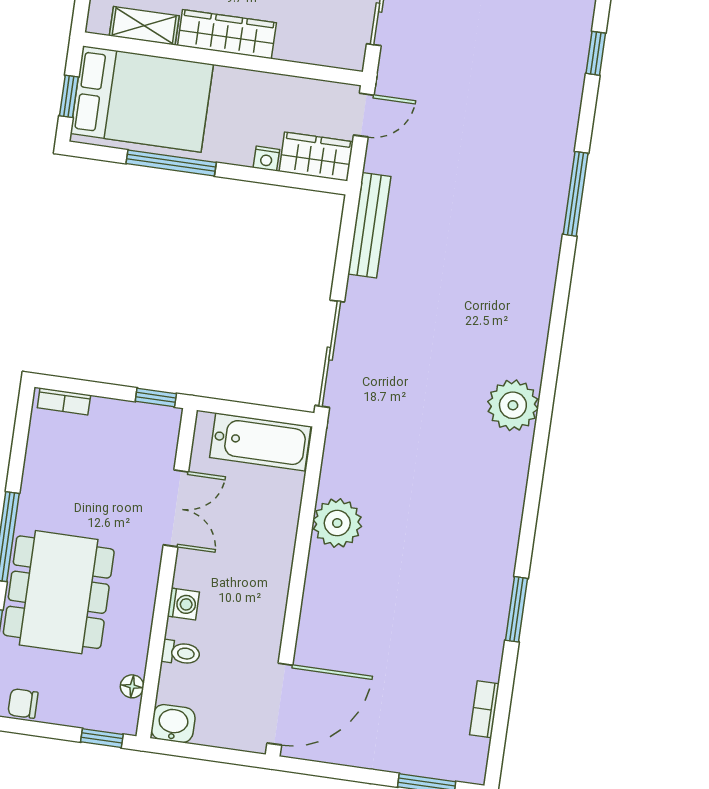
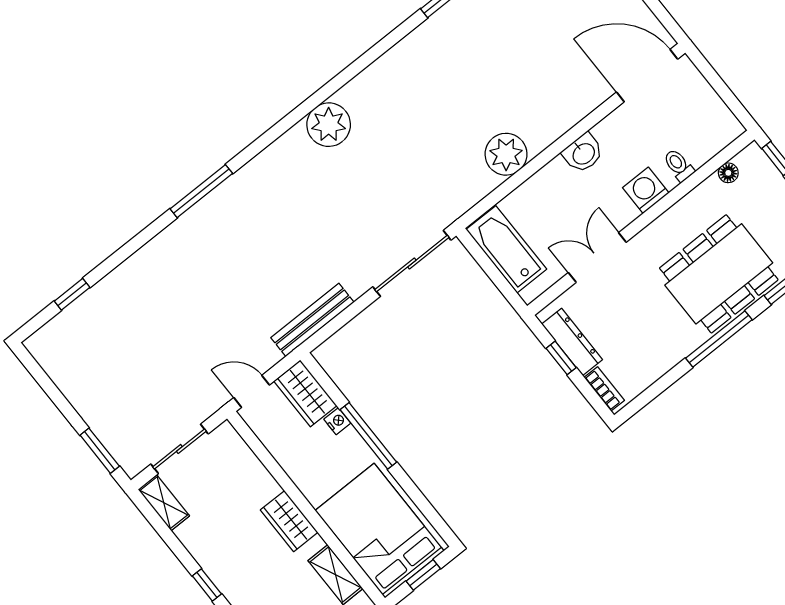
wardrobe: (227, 34) -> (289, 521), width x0.67
window: (171, 163) -> (368, 436), moved
window: (576, 194) -> (201, 191), moved
window: (156, 397) -> (561, 358), moved
dresser: (129, 416) -> (572, 342), added
washing machine: (183, 604) -> (646, 190), width x1.38, depth x1.38
washbasin: (173, 724) -> (583, 153), moved, turned -90

